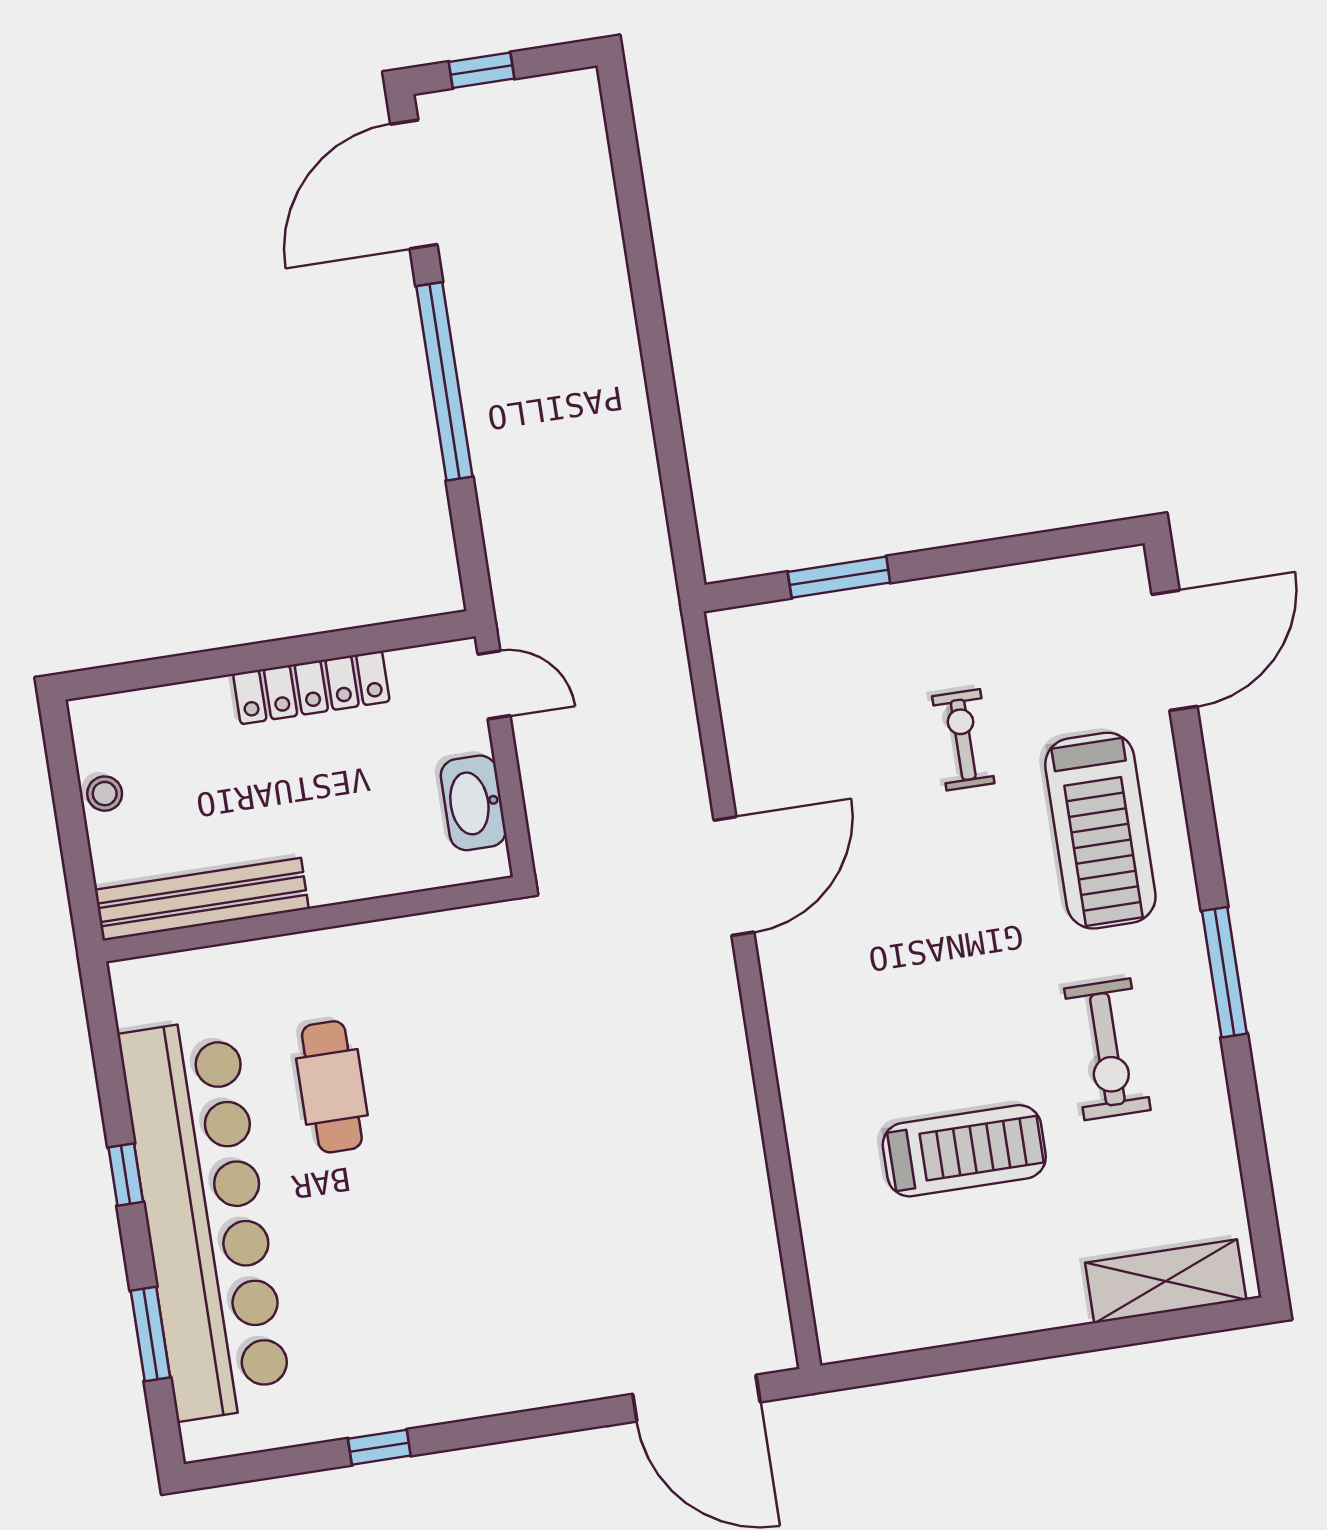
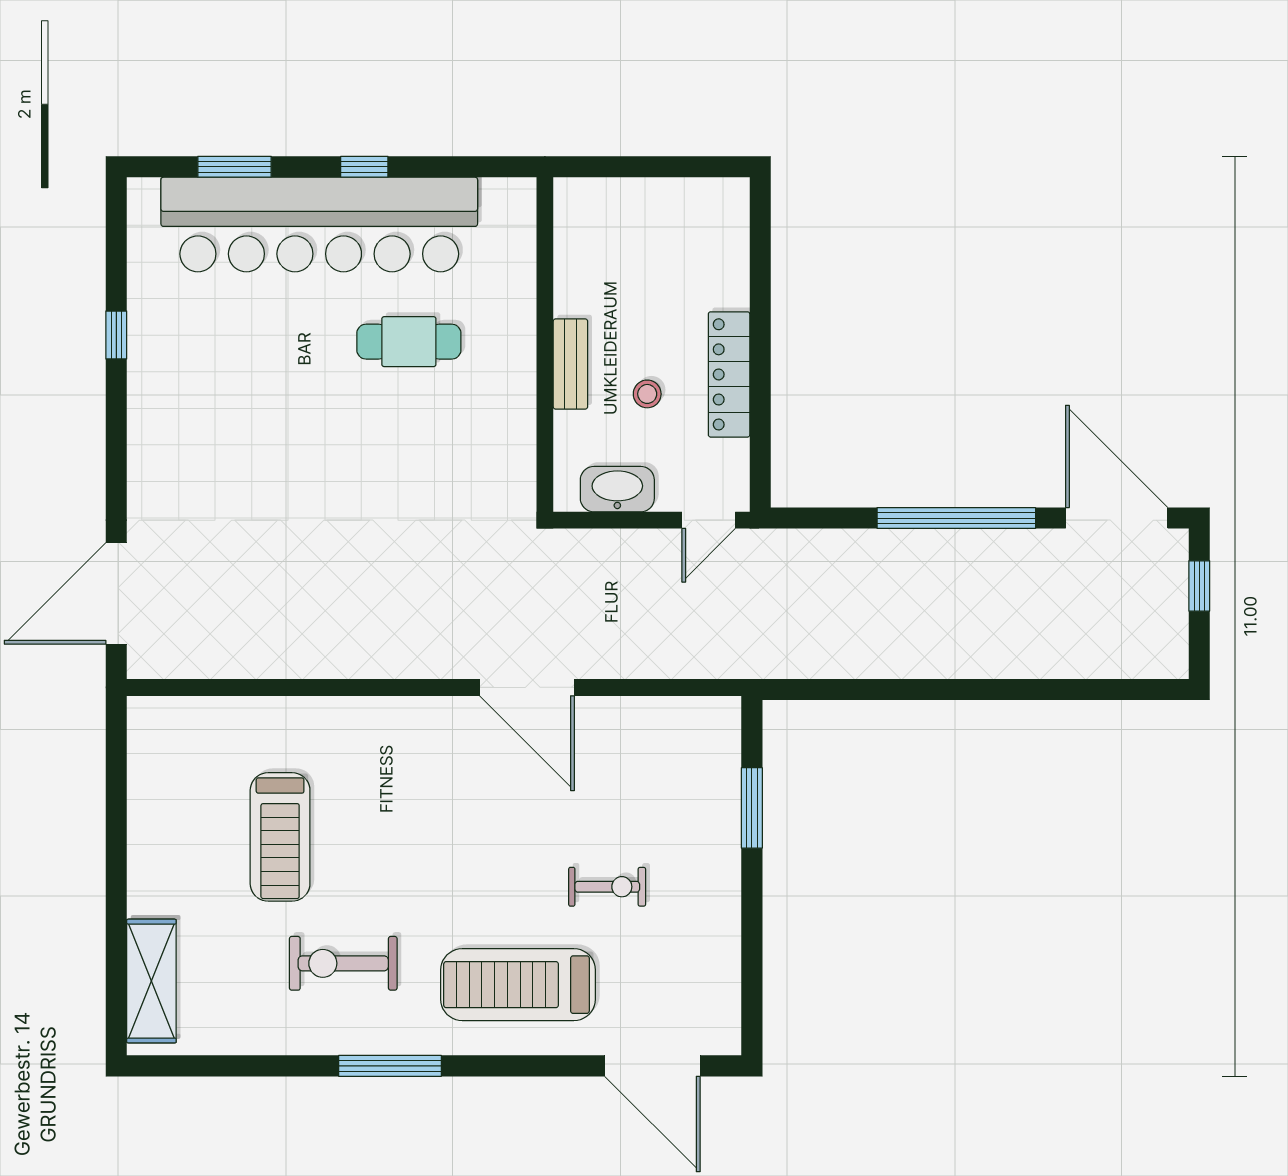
stool: (105, 794) -> (647, 394), moved
bench: (202, 899) -> (570, 364), moved, width x0.54, depth x0.82

